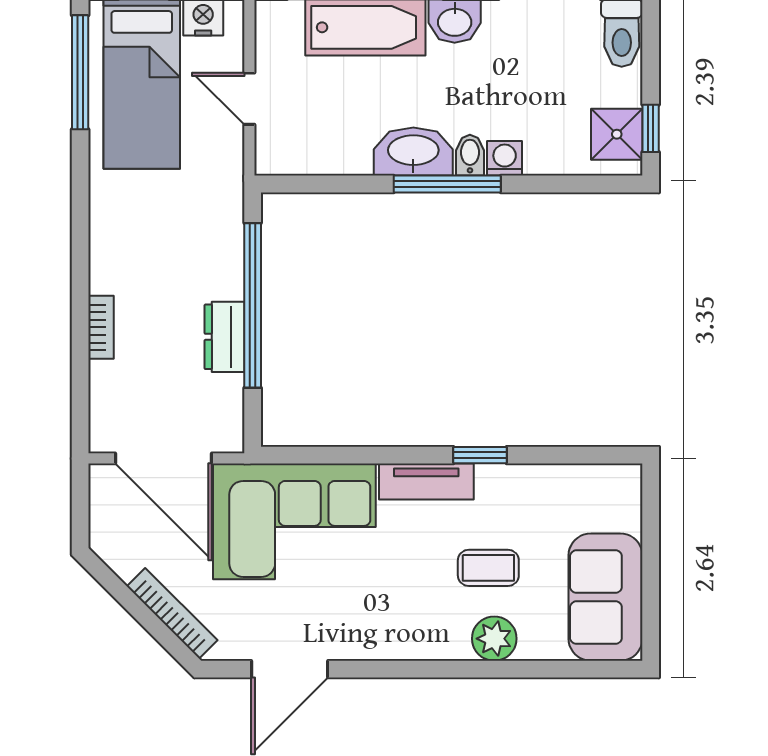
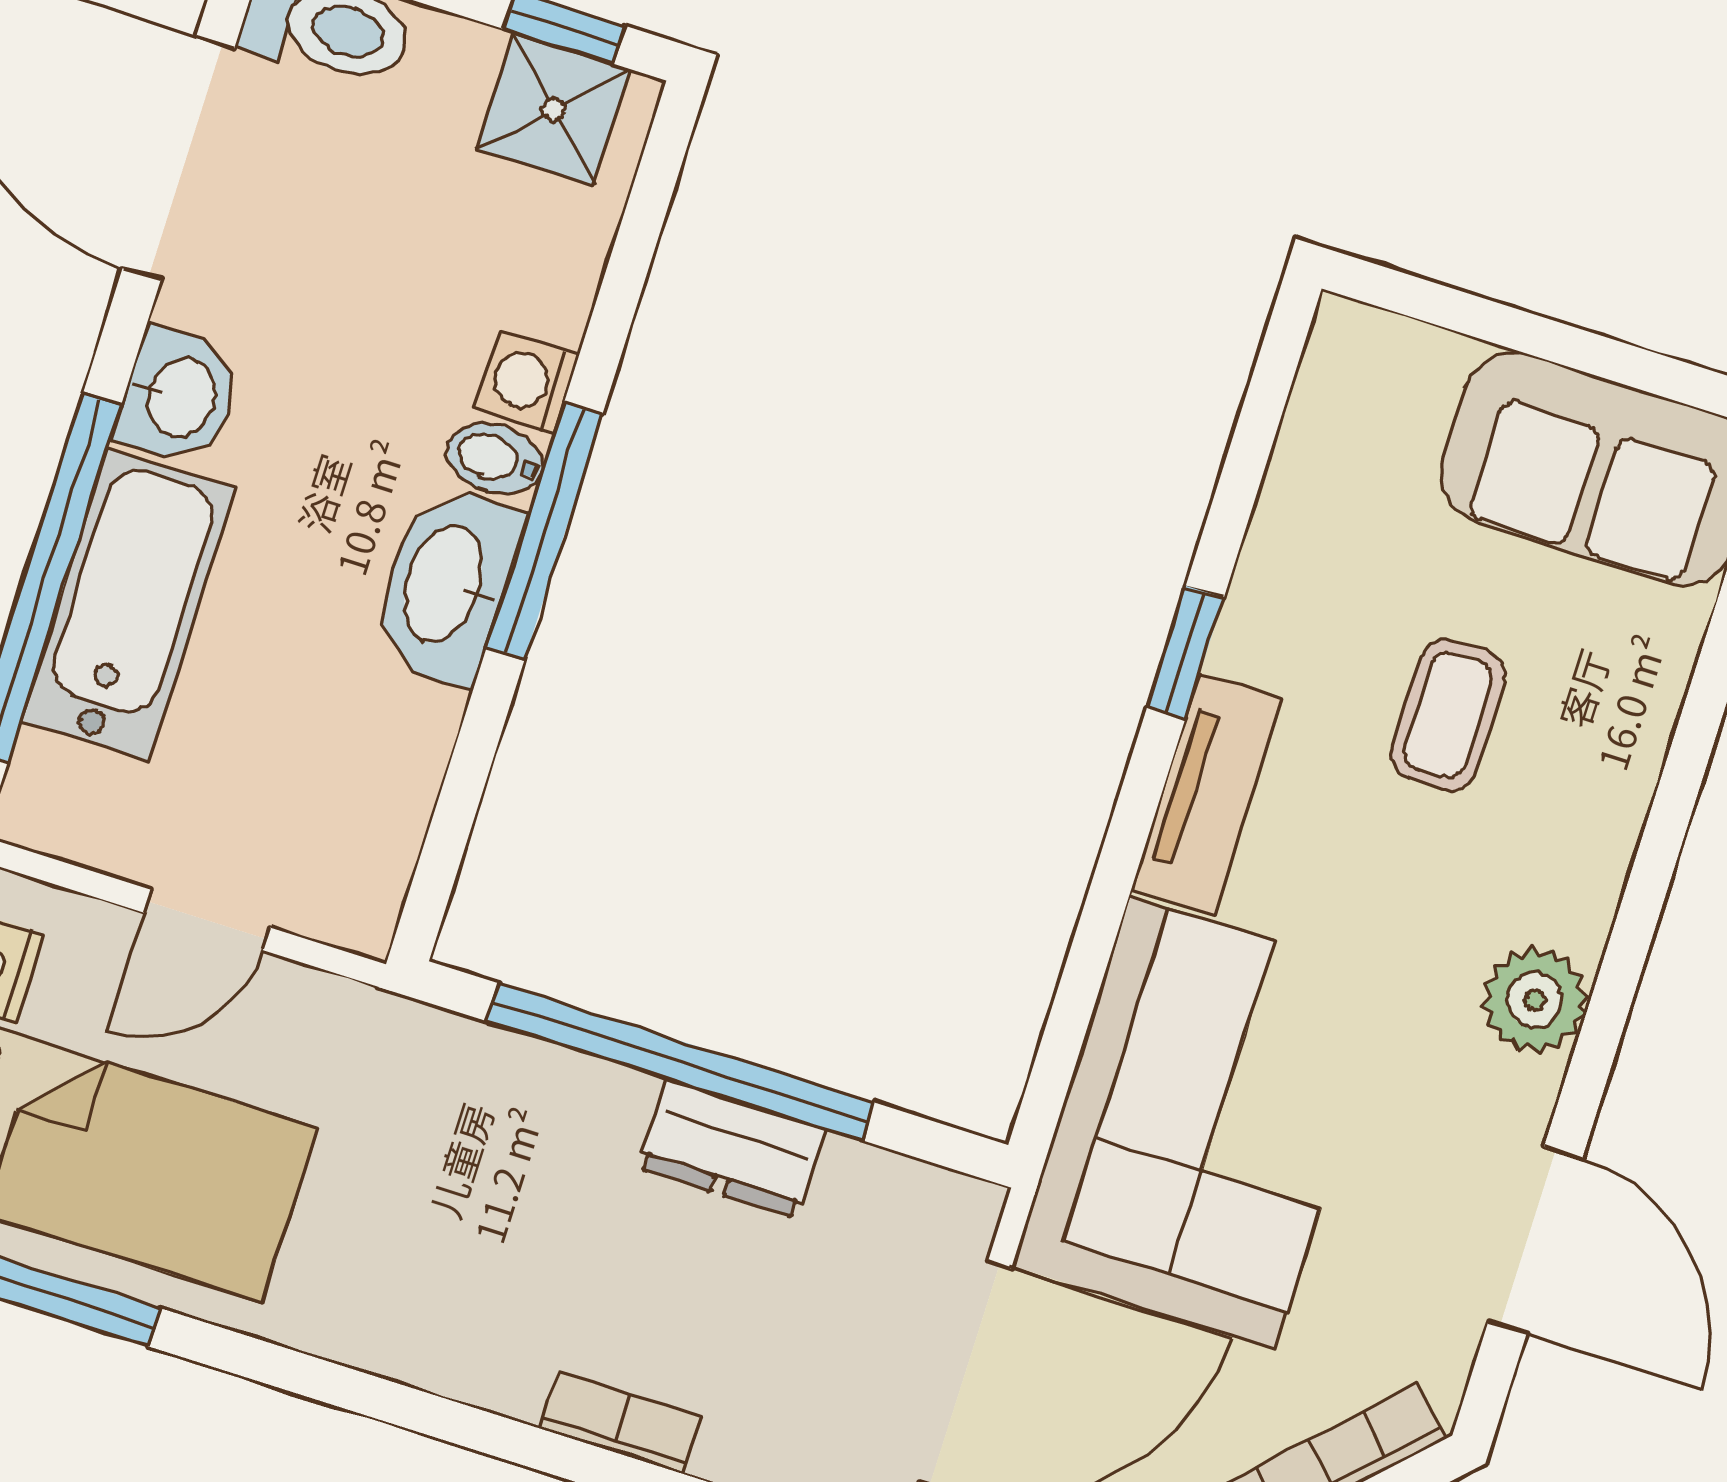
plant: (494, 639) -> (1535, 1000), moved

